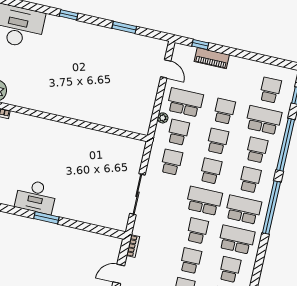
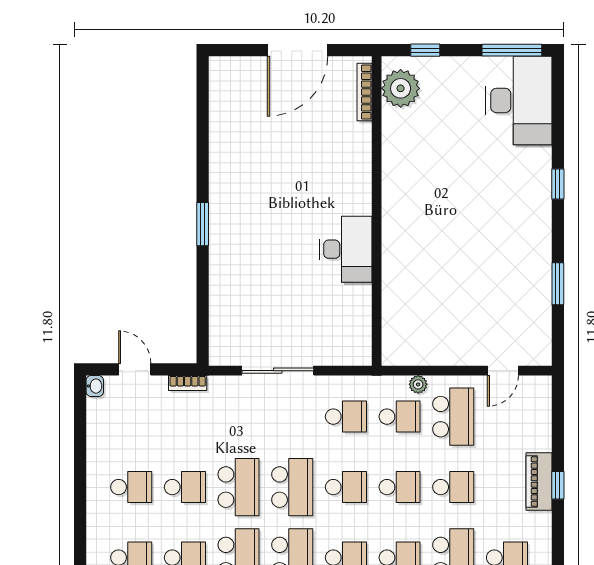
window: (200, 44) -> (558, 485), moved
piano: (212, 58) -> (539, 481), moved
desk: (36, 197) -> (346, 249), moved, turned 180
school desk: (197, 231) -> (239, 487), width x1.85

